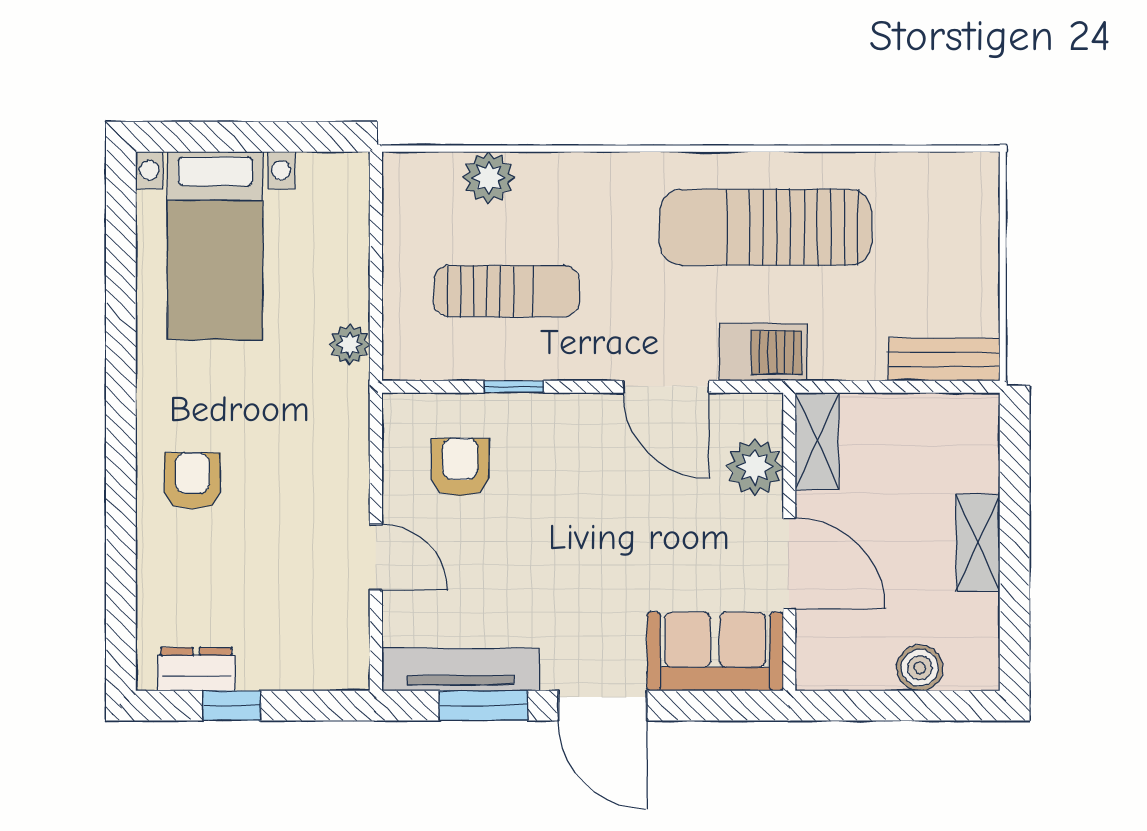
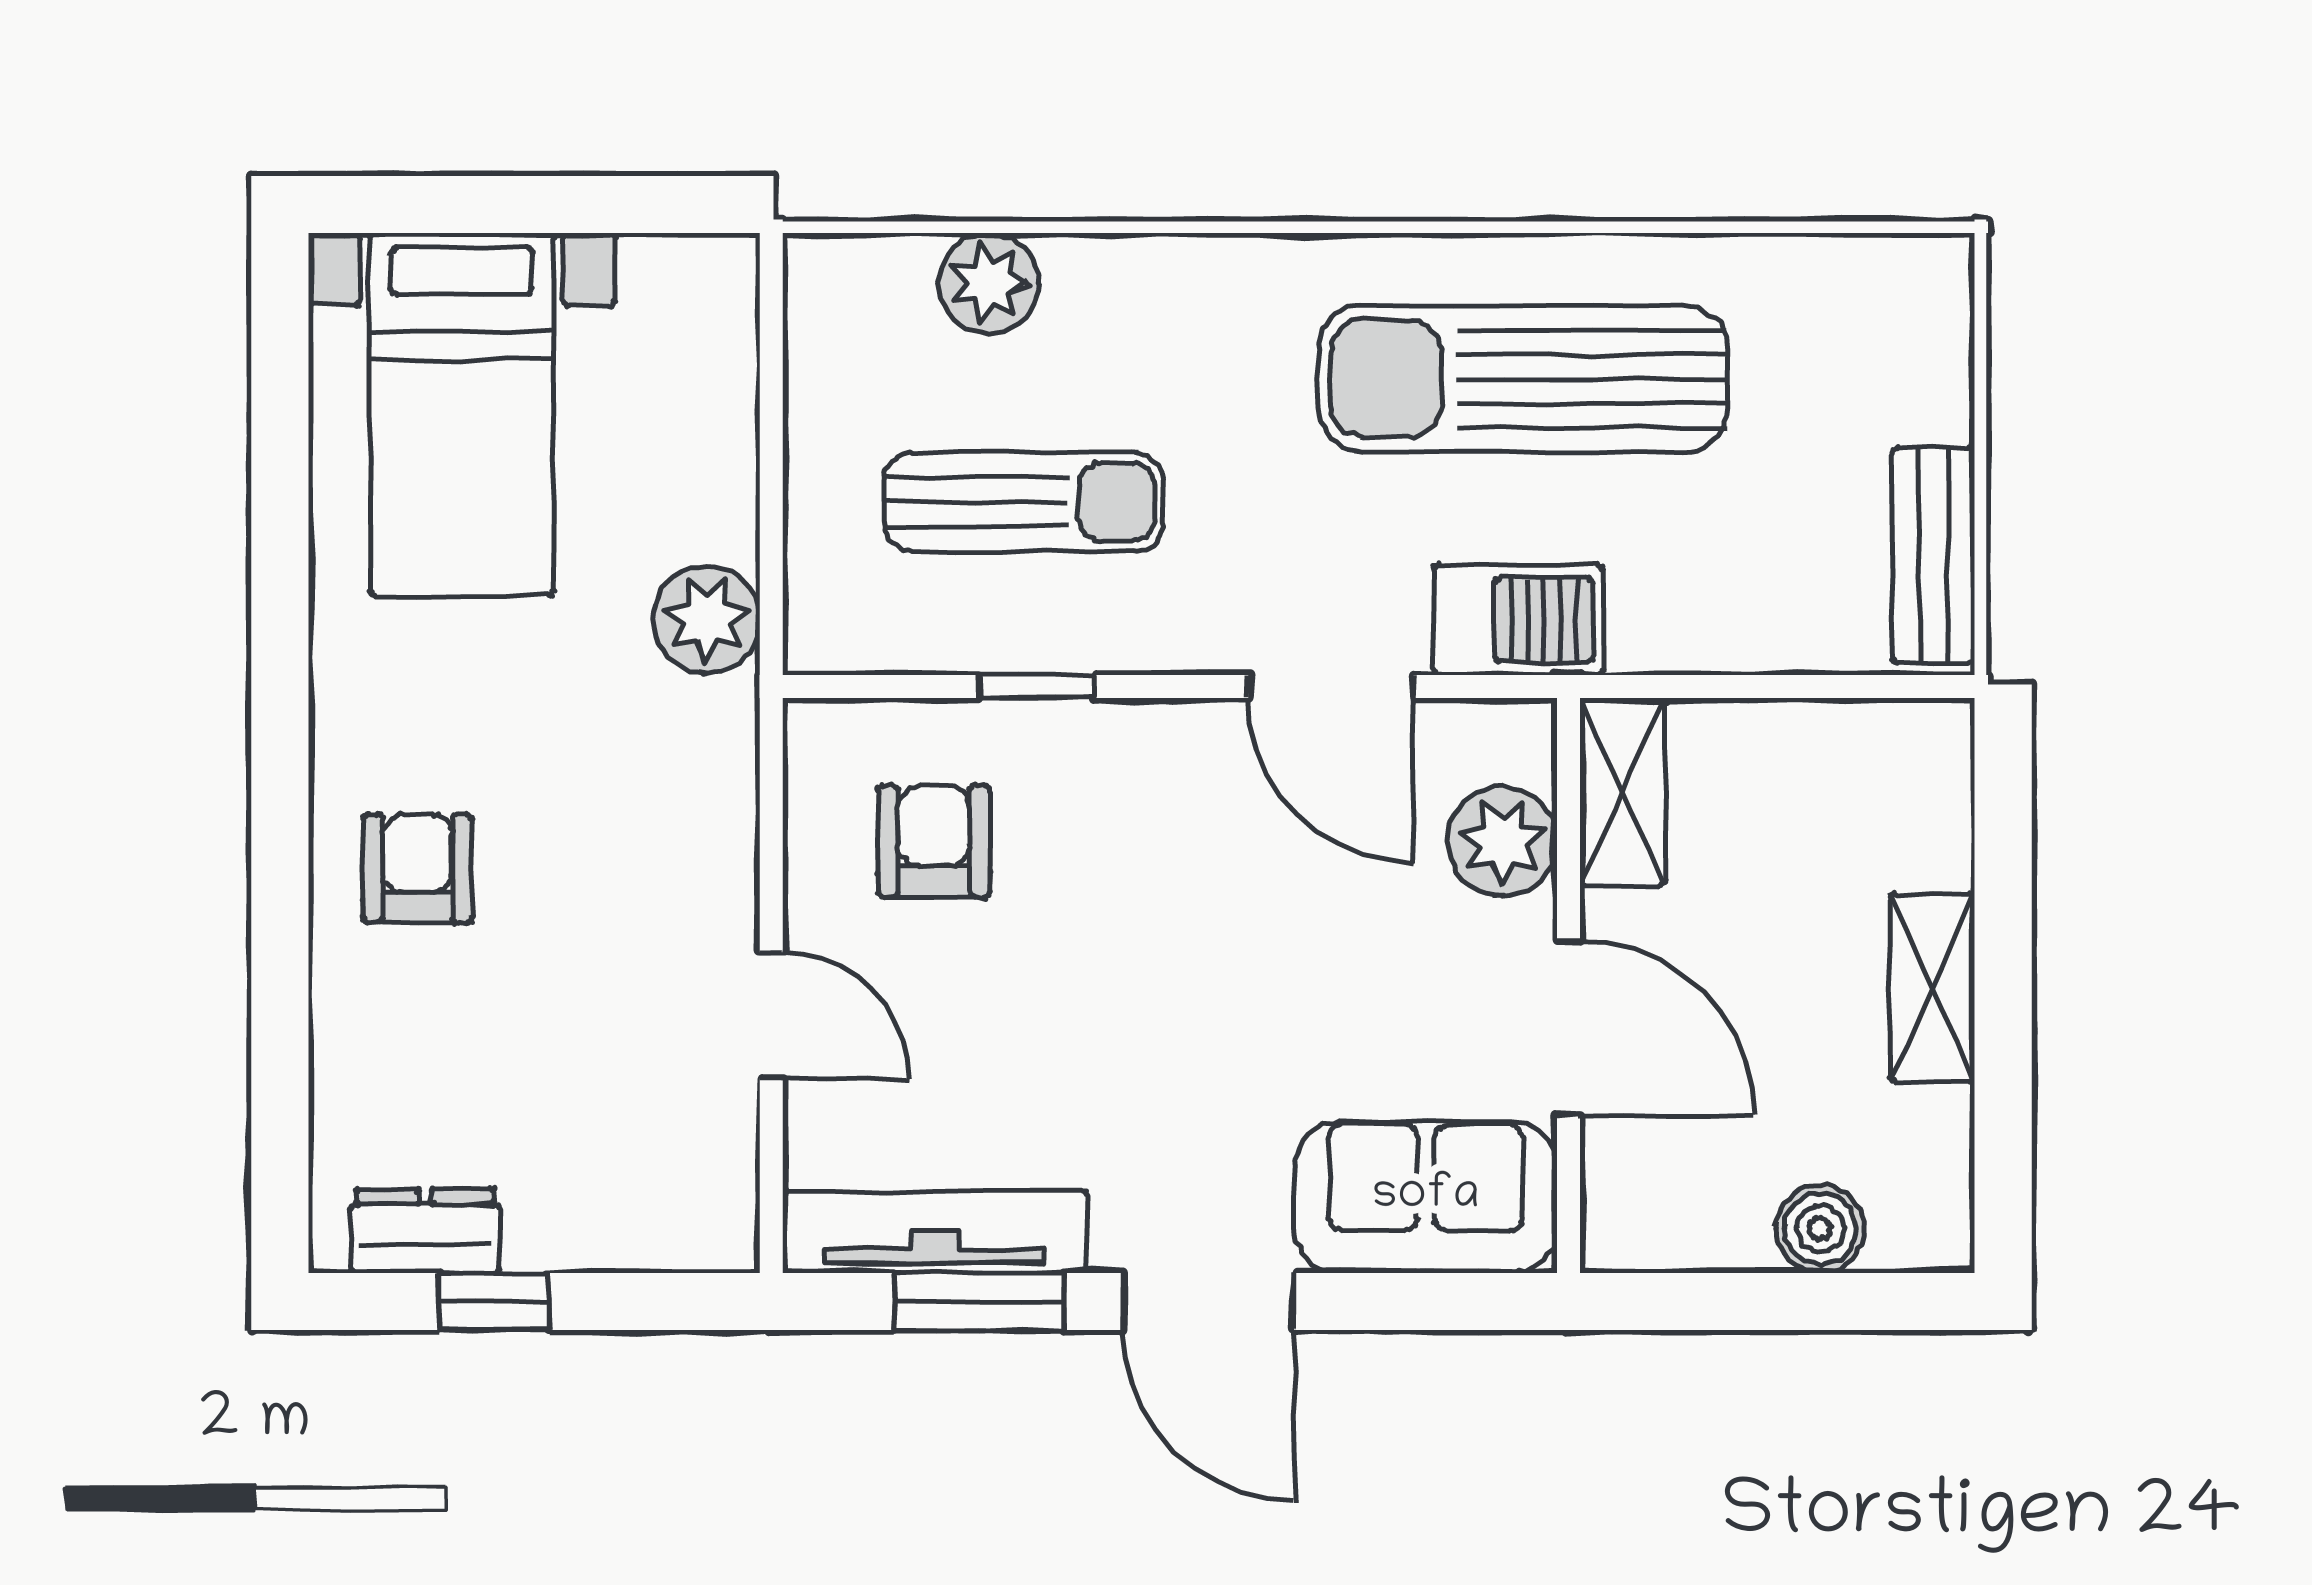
plant: (350, 344) -> (706, 619), width x1.38, depth x1.38
bench: (944, 360) -> (1933, 556), moved, turned 90

